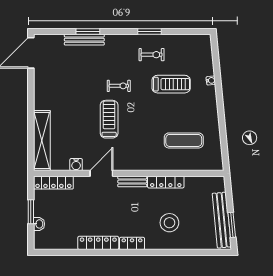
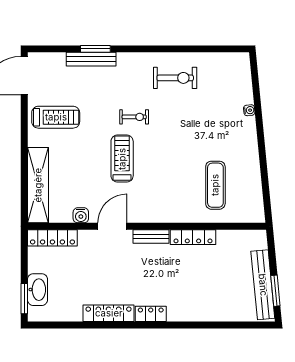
window: (150, 31) -> (173, 49), removed
exercise bike: (152, 55) -> (175, 78), width x1.38, depth x1.39
treadmill: (171, 84) -> (56, 117), moved
exercise mat: (184, 140) -> (215, 185), turned 90
window: (31, 212) -> (24, 299), moved
stool: (169, 223) -> (197, 288), removed
washbasin: (39, 224) -> (37, 290), width x1.91, depth x1.45

